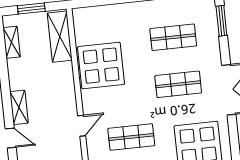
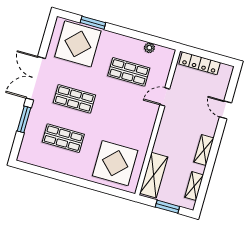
window: (221, 21) -> (24, 119), moved
display table: (101, 66) -> (115, 163), moved
shelving: (19, 107) -> (204, 150), moved

